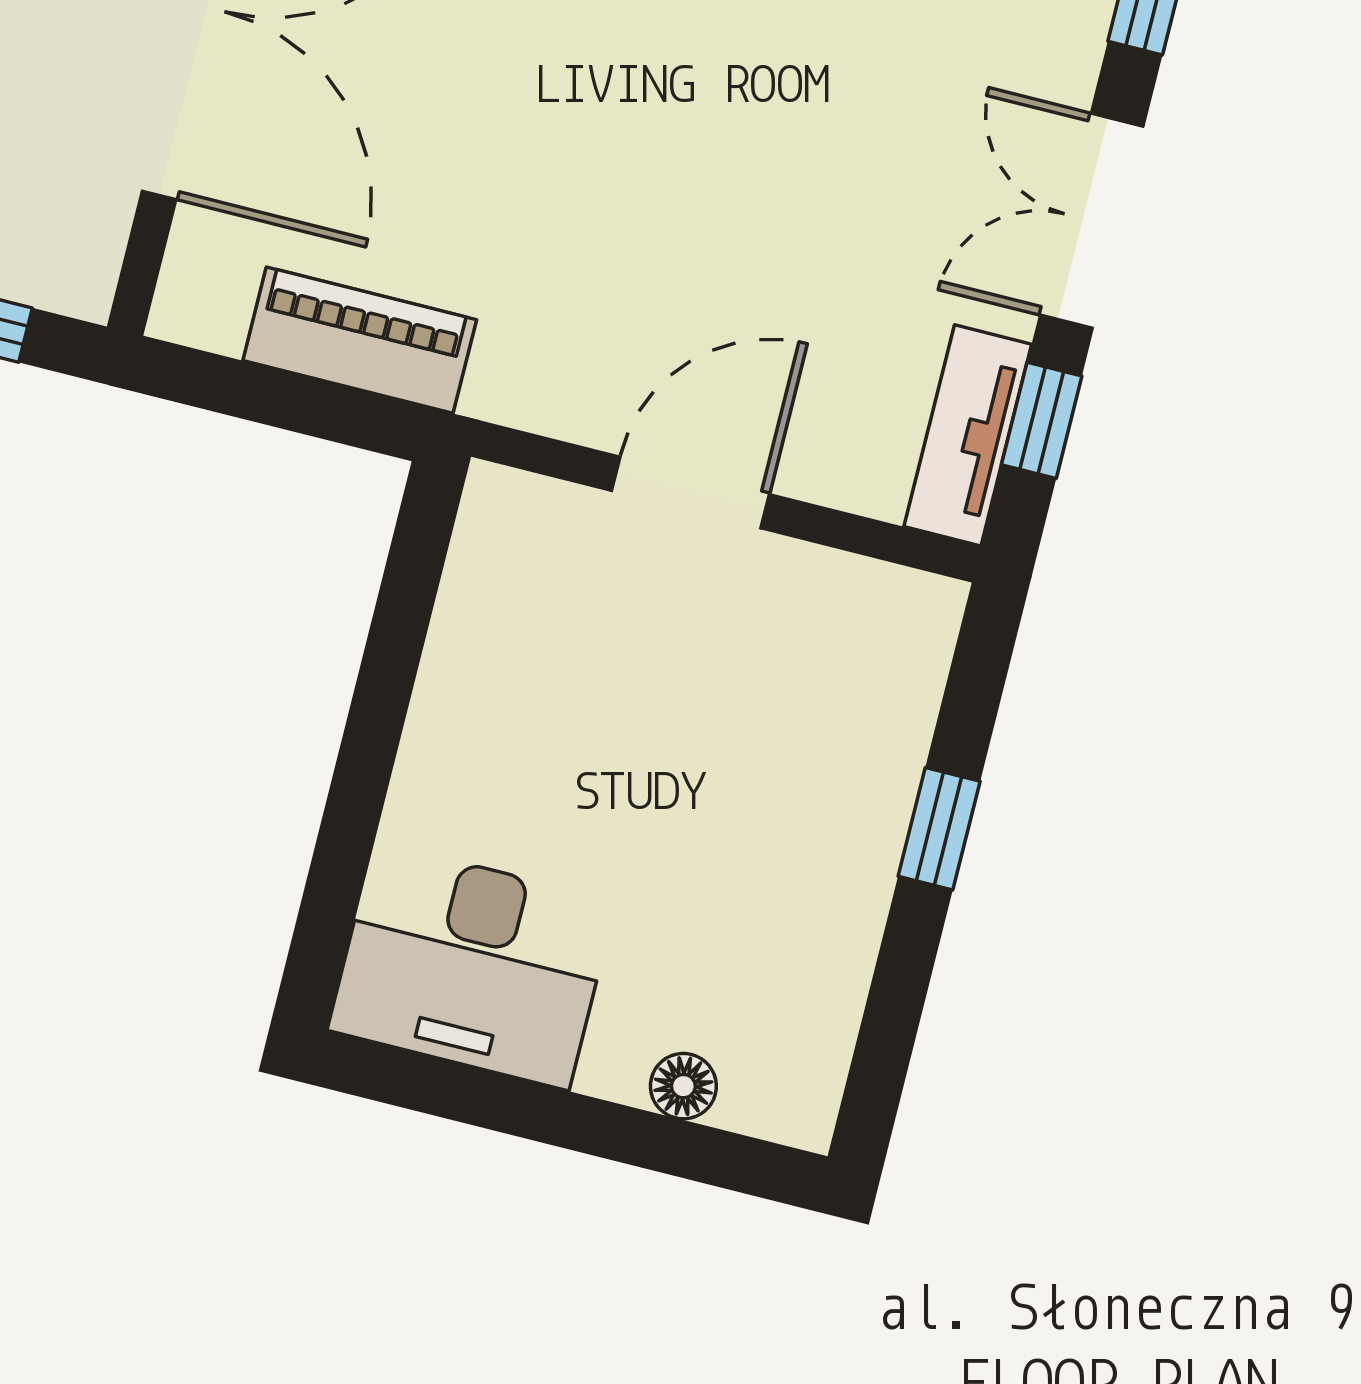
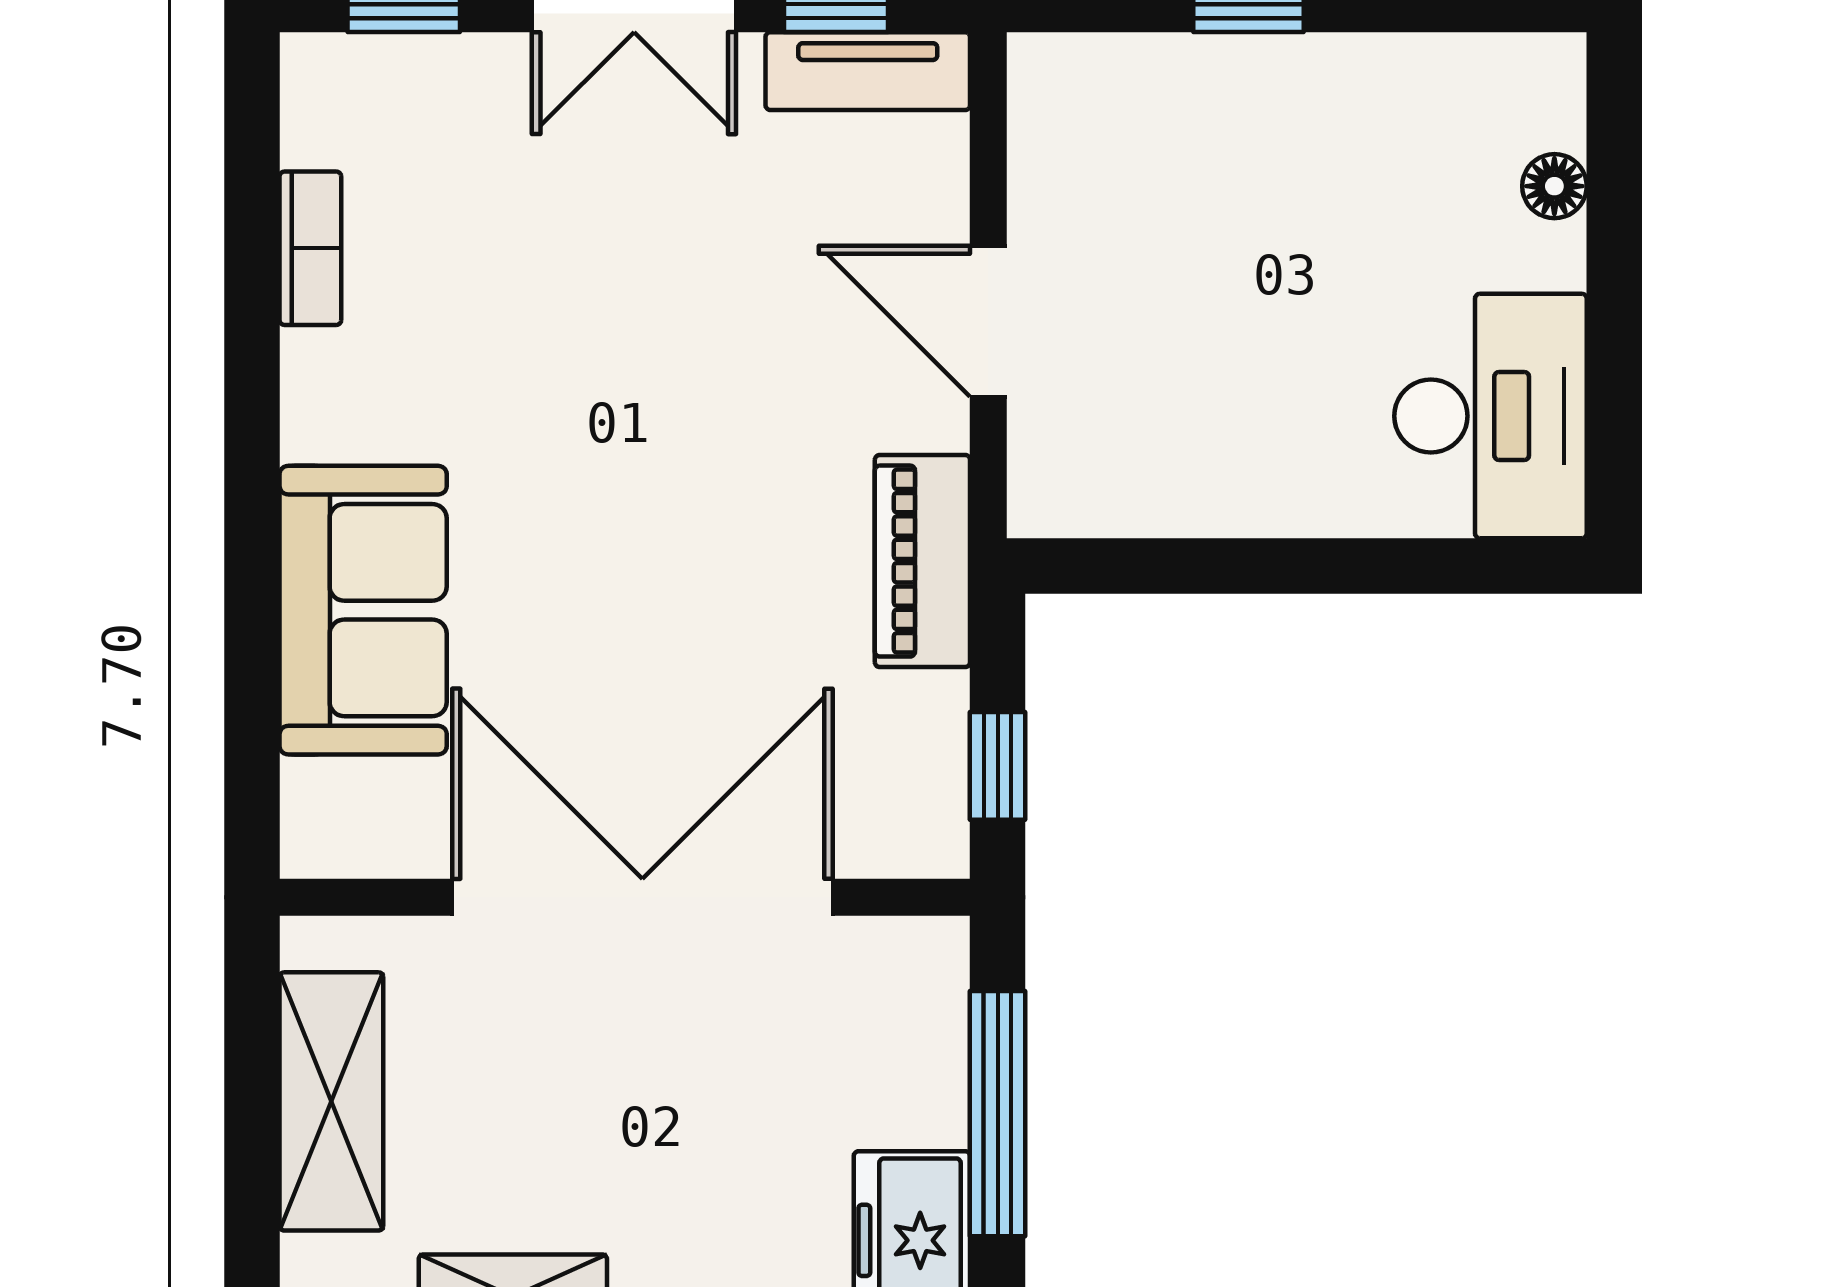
piano: (360, 340) -> (922, 561), moved
window: (248, 391) -> (998, 766), added

